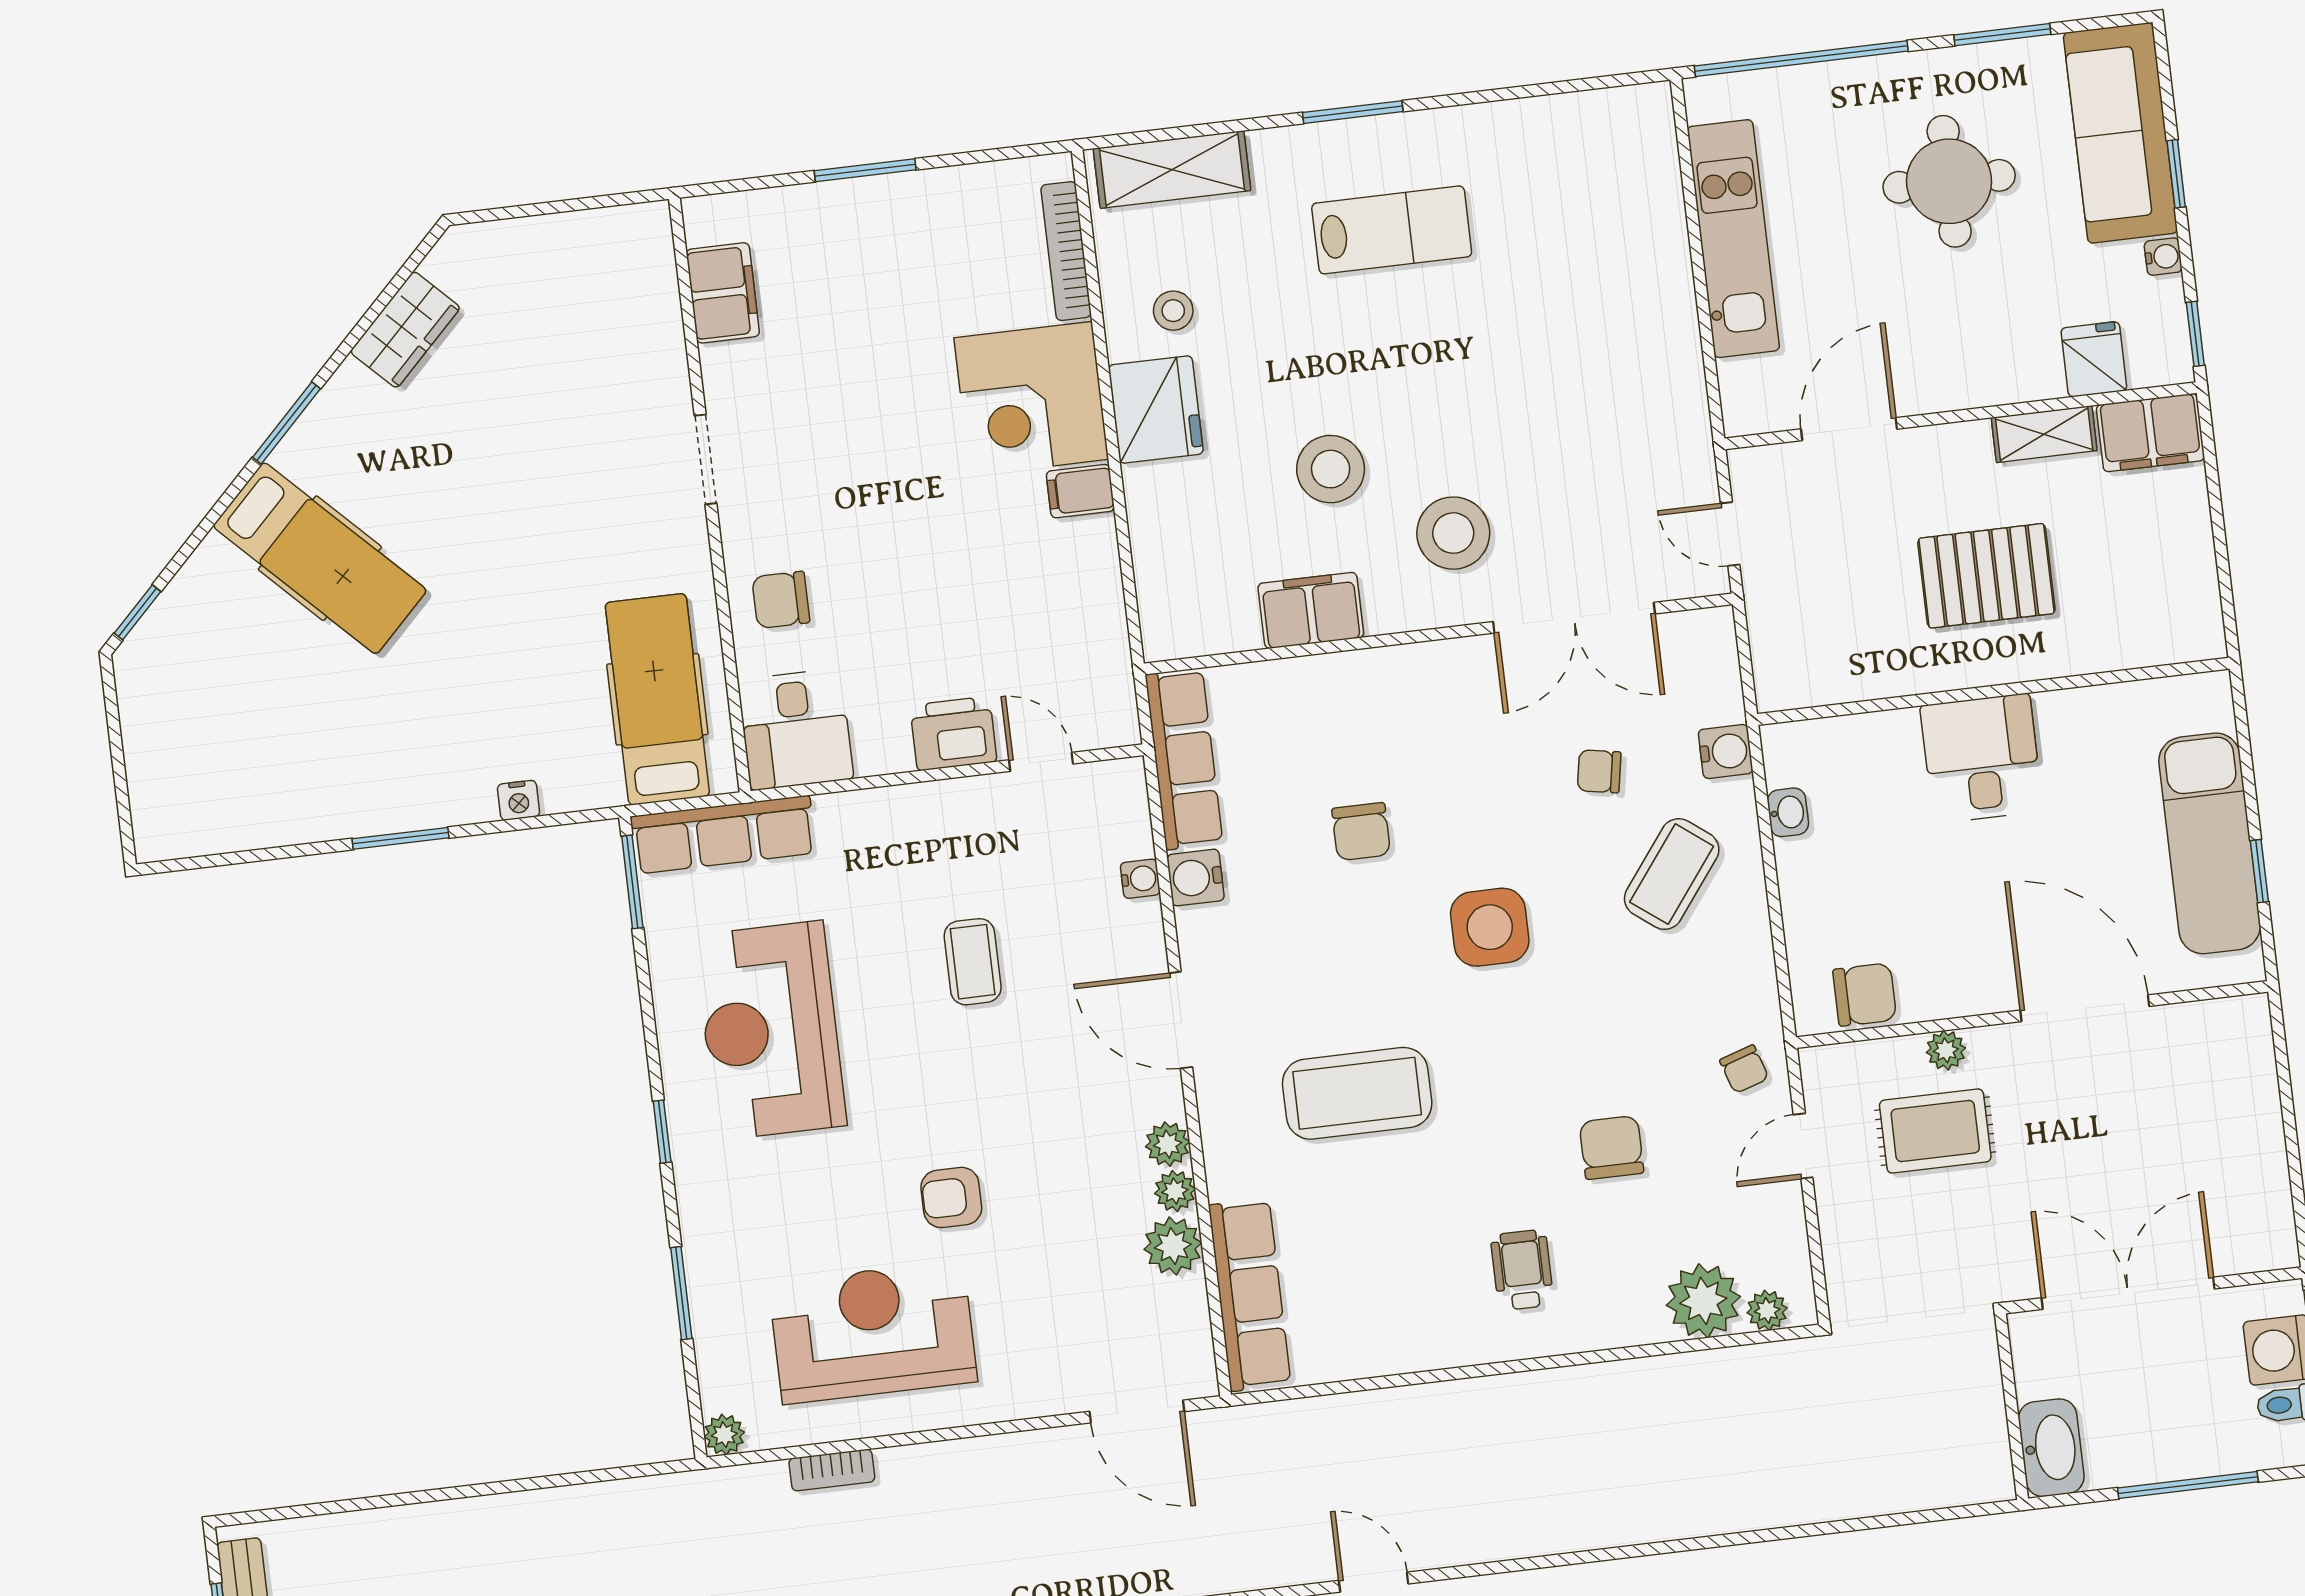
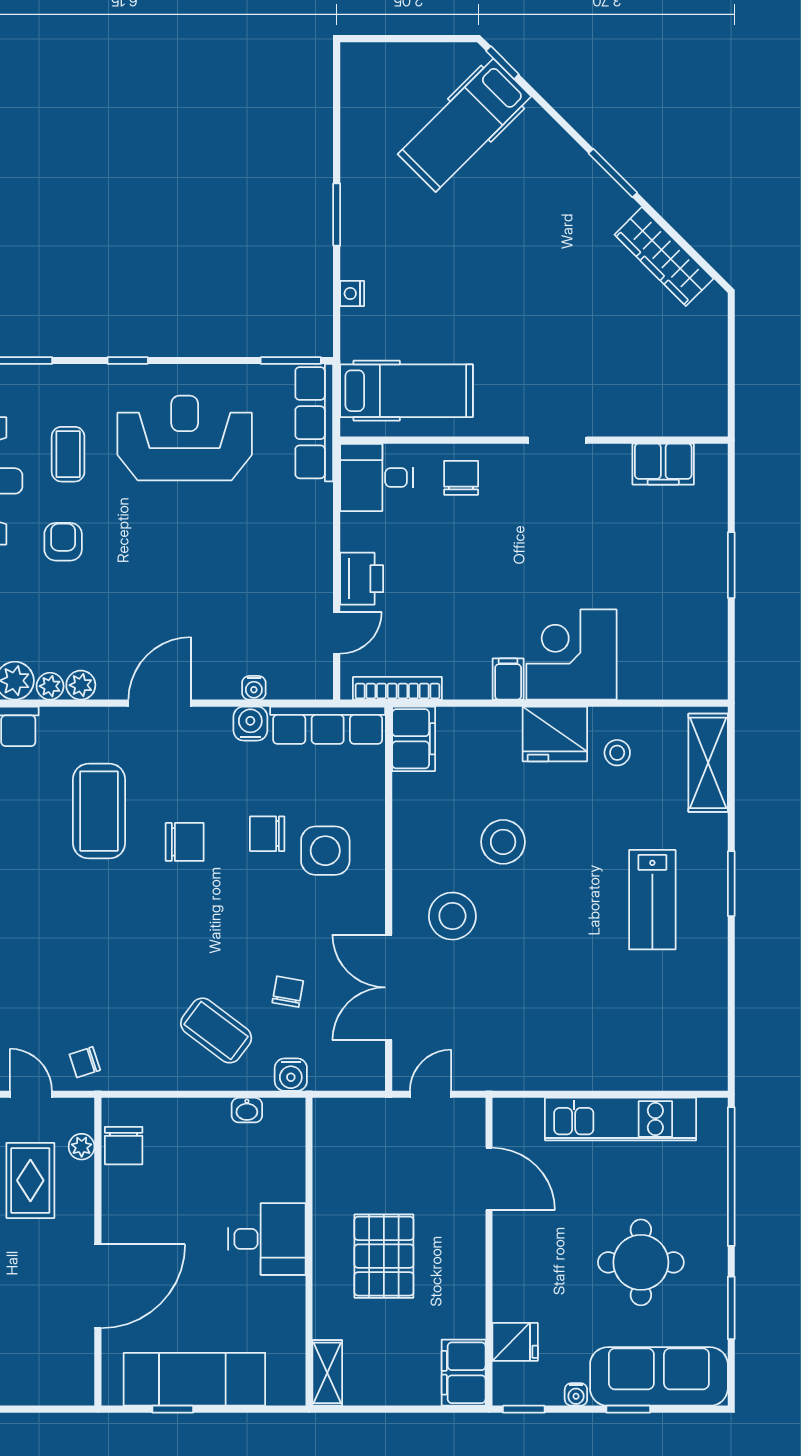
bookcase: (1066, 251) -> (397, 688), moved
wardrobe: (405, 330) -> (664, 257), width x1.50
shelving: (2044, 434) -> (327, 1373), moved
hospital bed: (320, 558) -> (464, 125), moved
filing cabinet: (1311, 610) -> (414, 739), moved
side table: (1490, 927) -> (325, 851), moved
coffee table: (973, 962) -> (68, 454), moved, turned 90
plant: (1946, 1050) -> (82, 1147), moved
chair: (1612, 1147) -> (185, 842), moved

